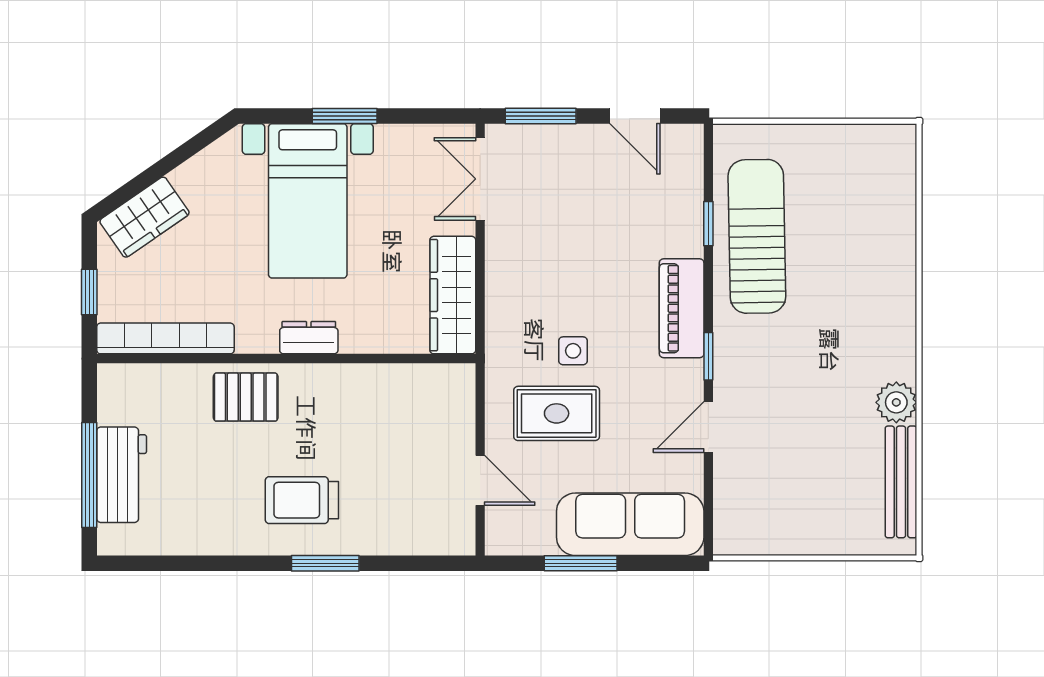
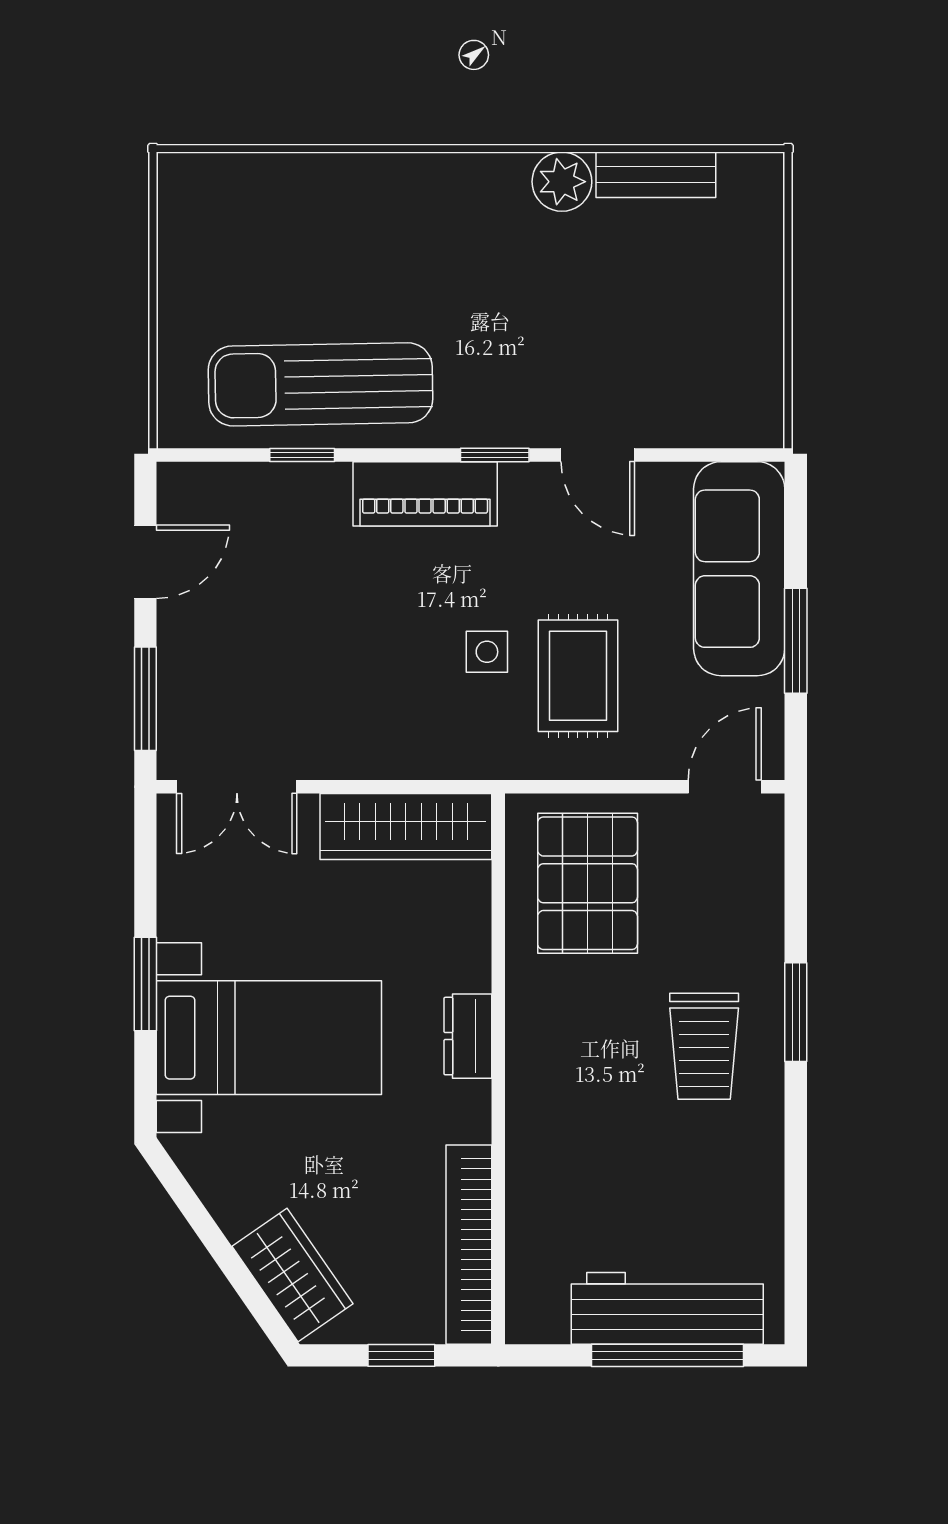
pallet: (246, 397) -> (588, 883), moved, width x1.50, depth x1.42
workbench: (122, 475) -> (667, 1308), width x1.38
door: (480, 480) -> (725, 787), moved
bench: (901, 482) -> (656, 175), width x0.73

